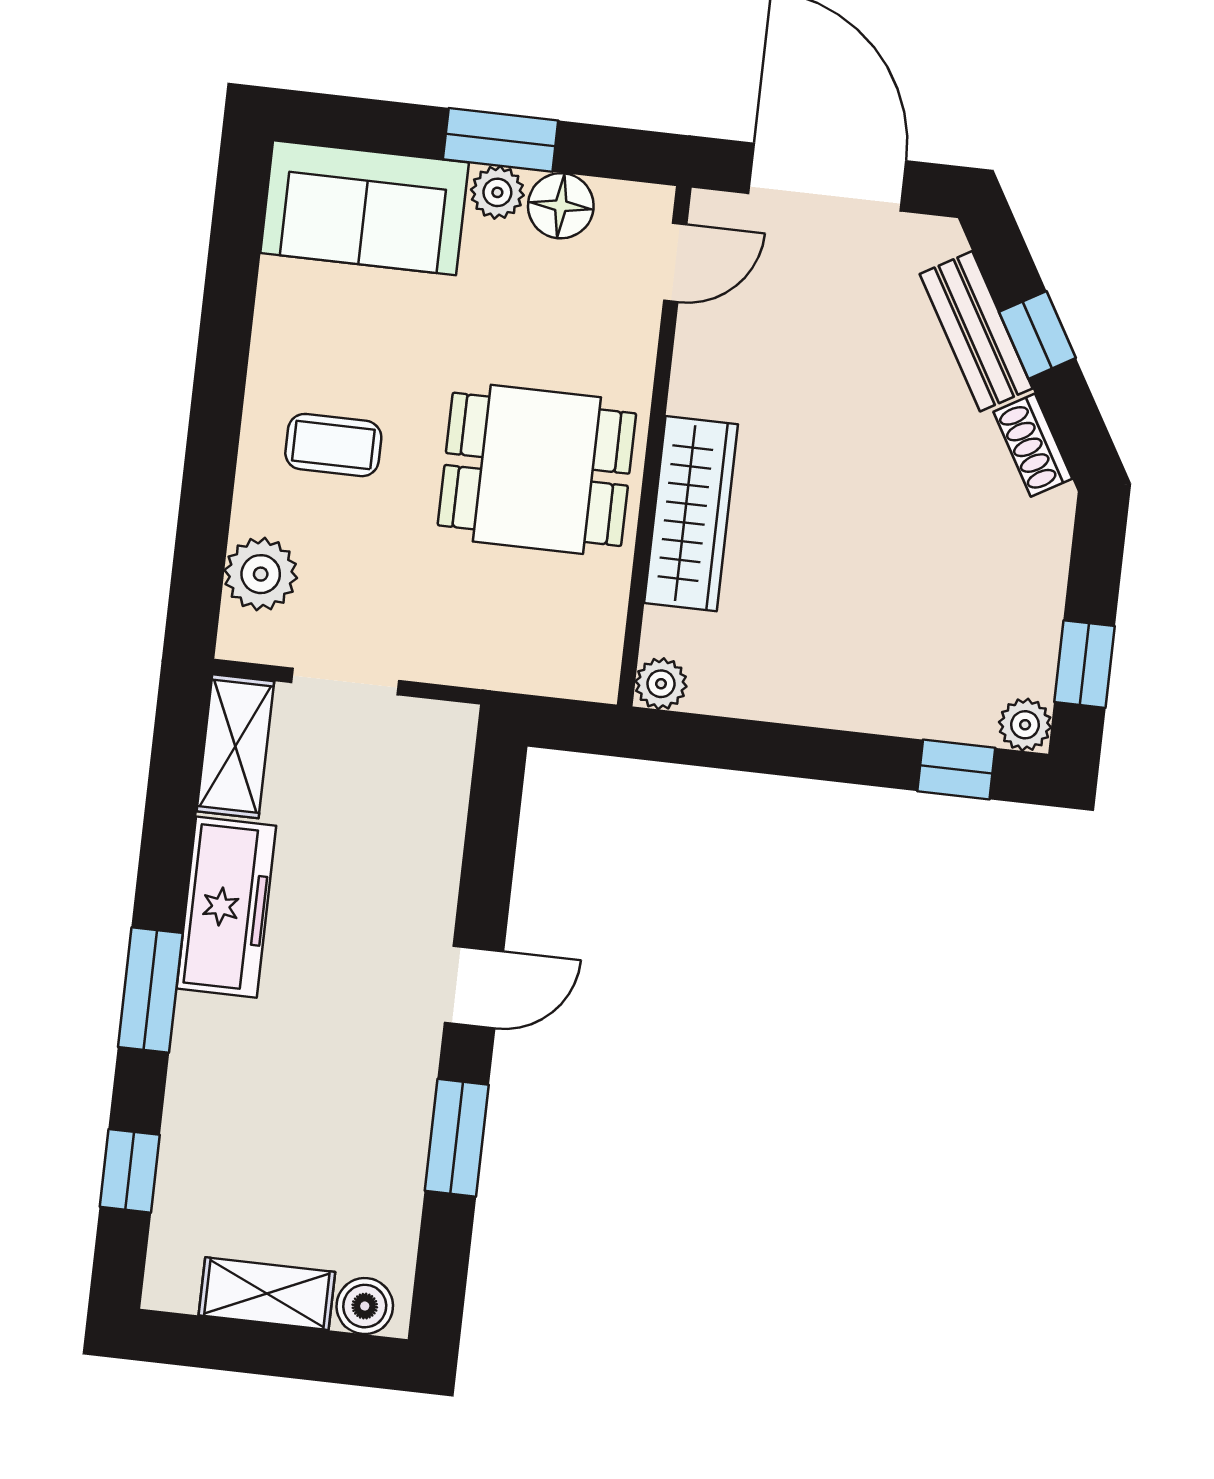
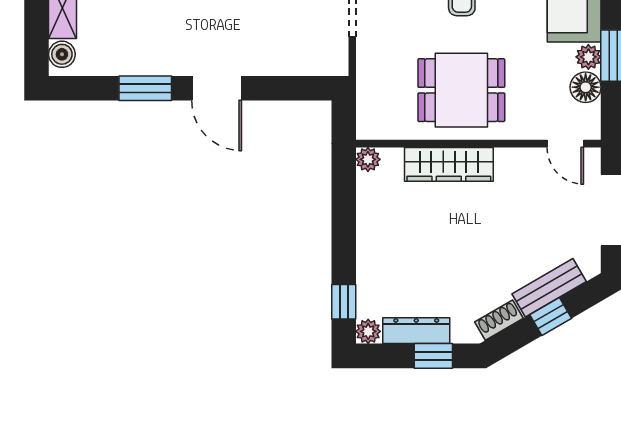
dining table: (537, 469) -> (461, 90), turned 90
dresser: (1035, 623) -> (416, 331), added
window: (1084, 664) -> (433, 356), moved
door: (474, 987) -> (217, 88), width x1.38

